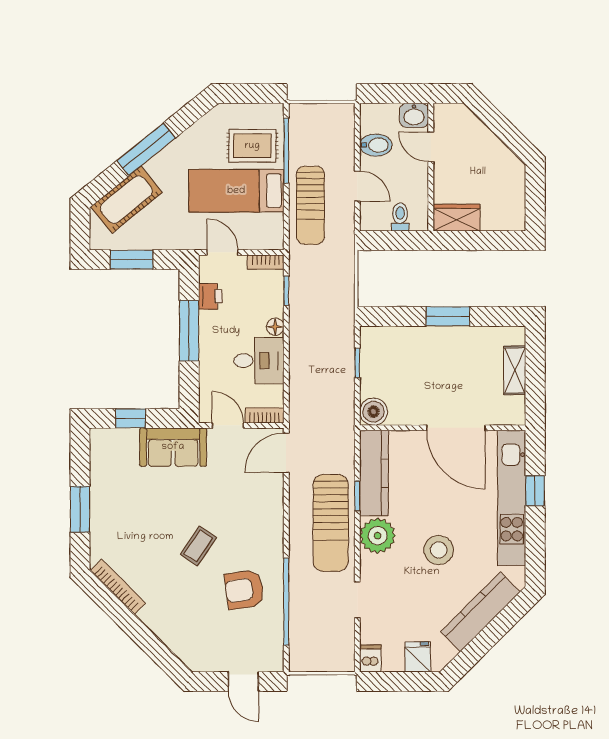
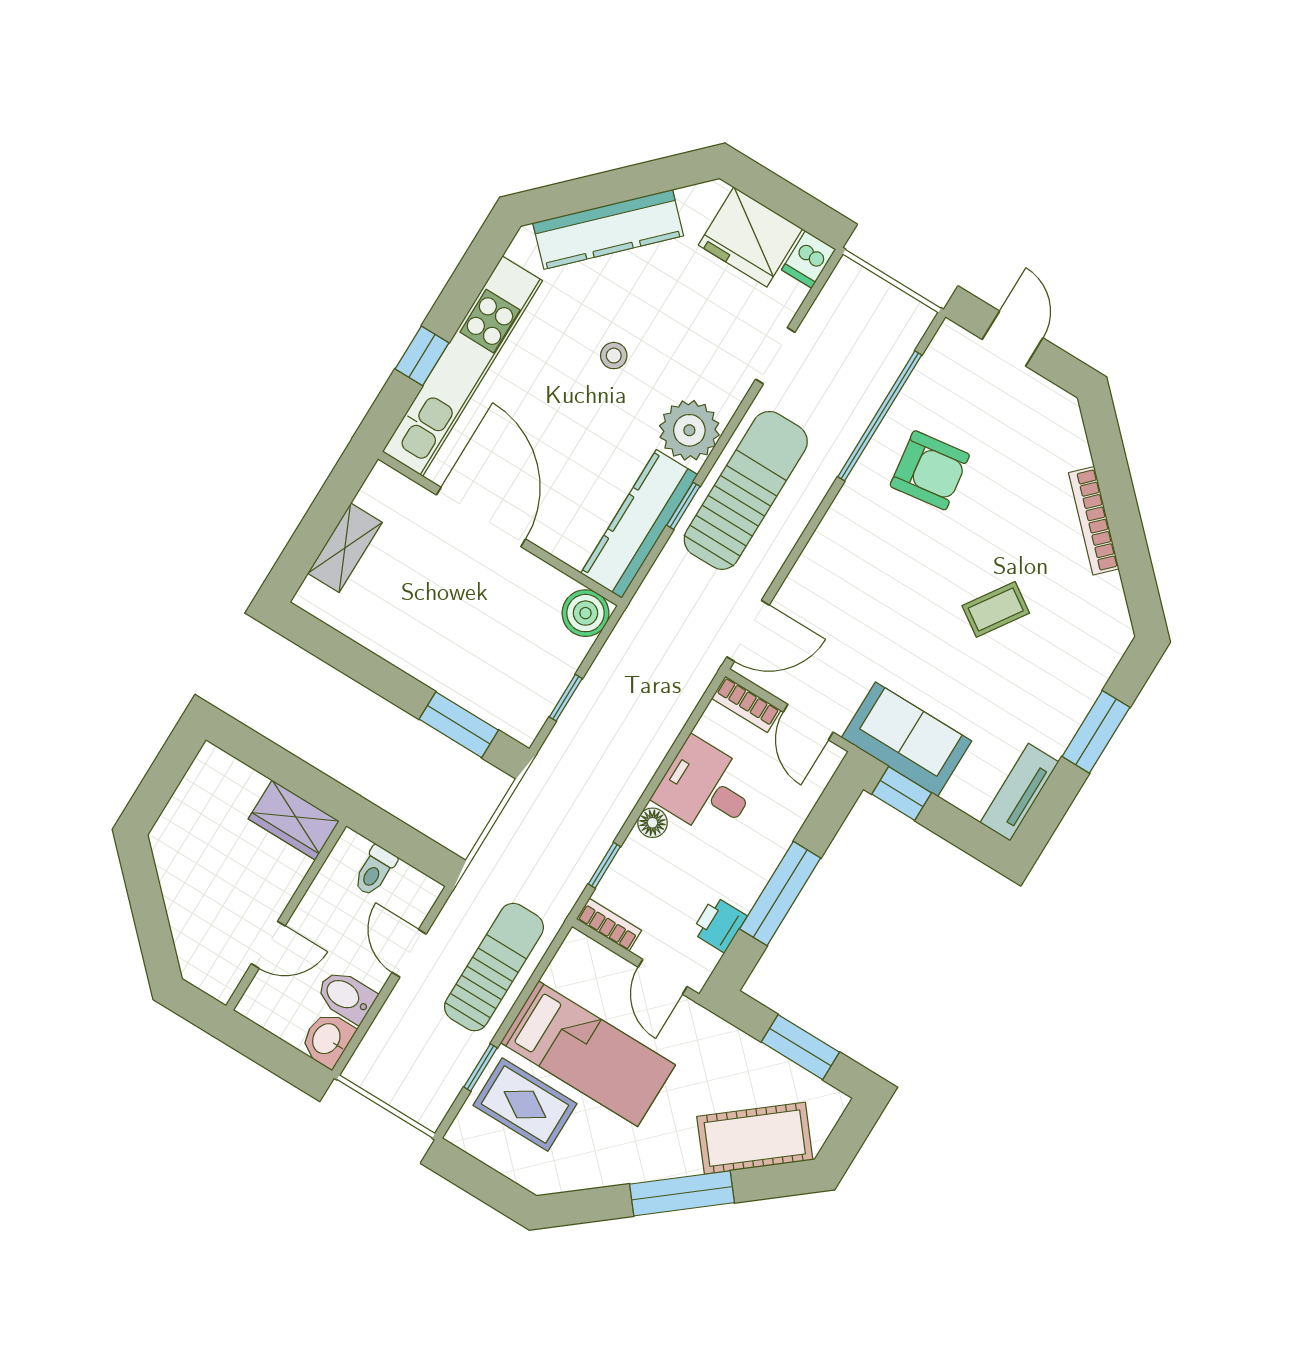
washbasin: (414, 115) -> (327, 1039), moved, turned -90
door: (431, 147) -> (268, 945), hinge flipped
window: (286, 151) -> (480, 1067), width x0.46
window: (448, 316) -> (459, 725), moved
window: (131, 418) -> (902, 793), moved
tv unit: (100, 455) -> (1019, 792), added
coffee table: (198, 546) -> (996, 609), moved
stool: (439, 550) -> (614, 356), width x0.53, depth x0.53
bookcase: (118, 587) -> (1094, 521), moved
fridge: (418, 657) -> (750, 237), width x1.88, depth x1.34

